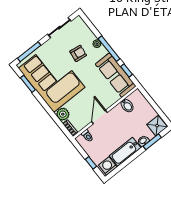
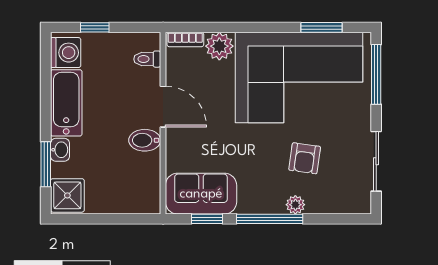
sofa: (116, 75) -> (201, 194), width x0.73
bidet: (127, 105) -> (145, 140), moved

